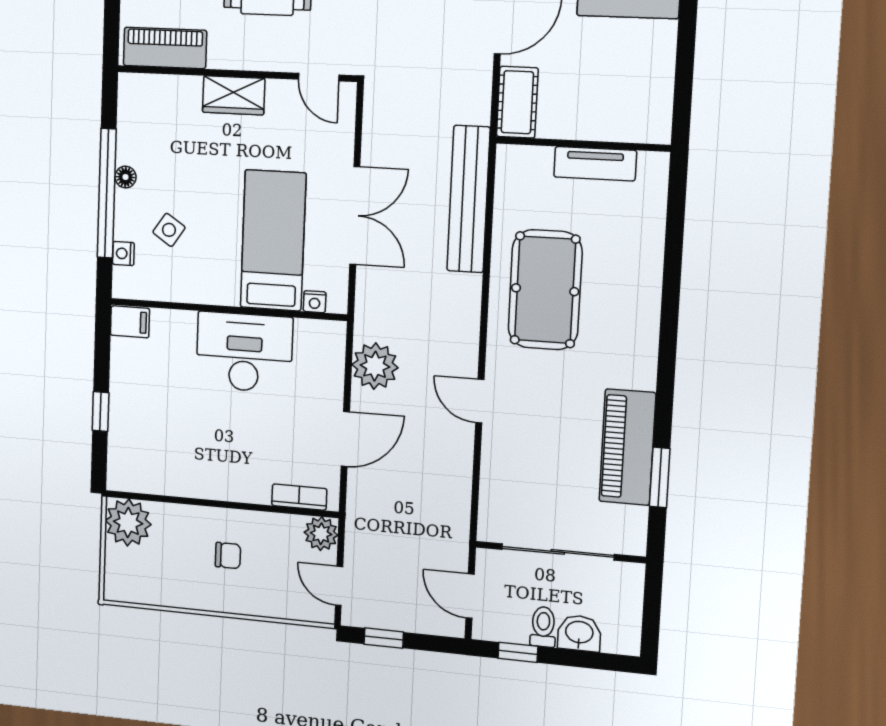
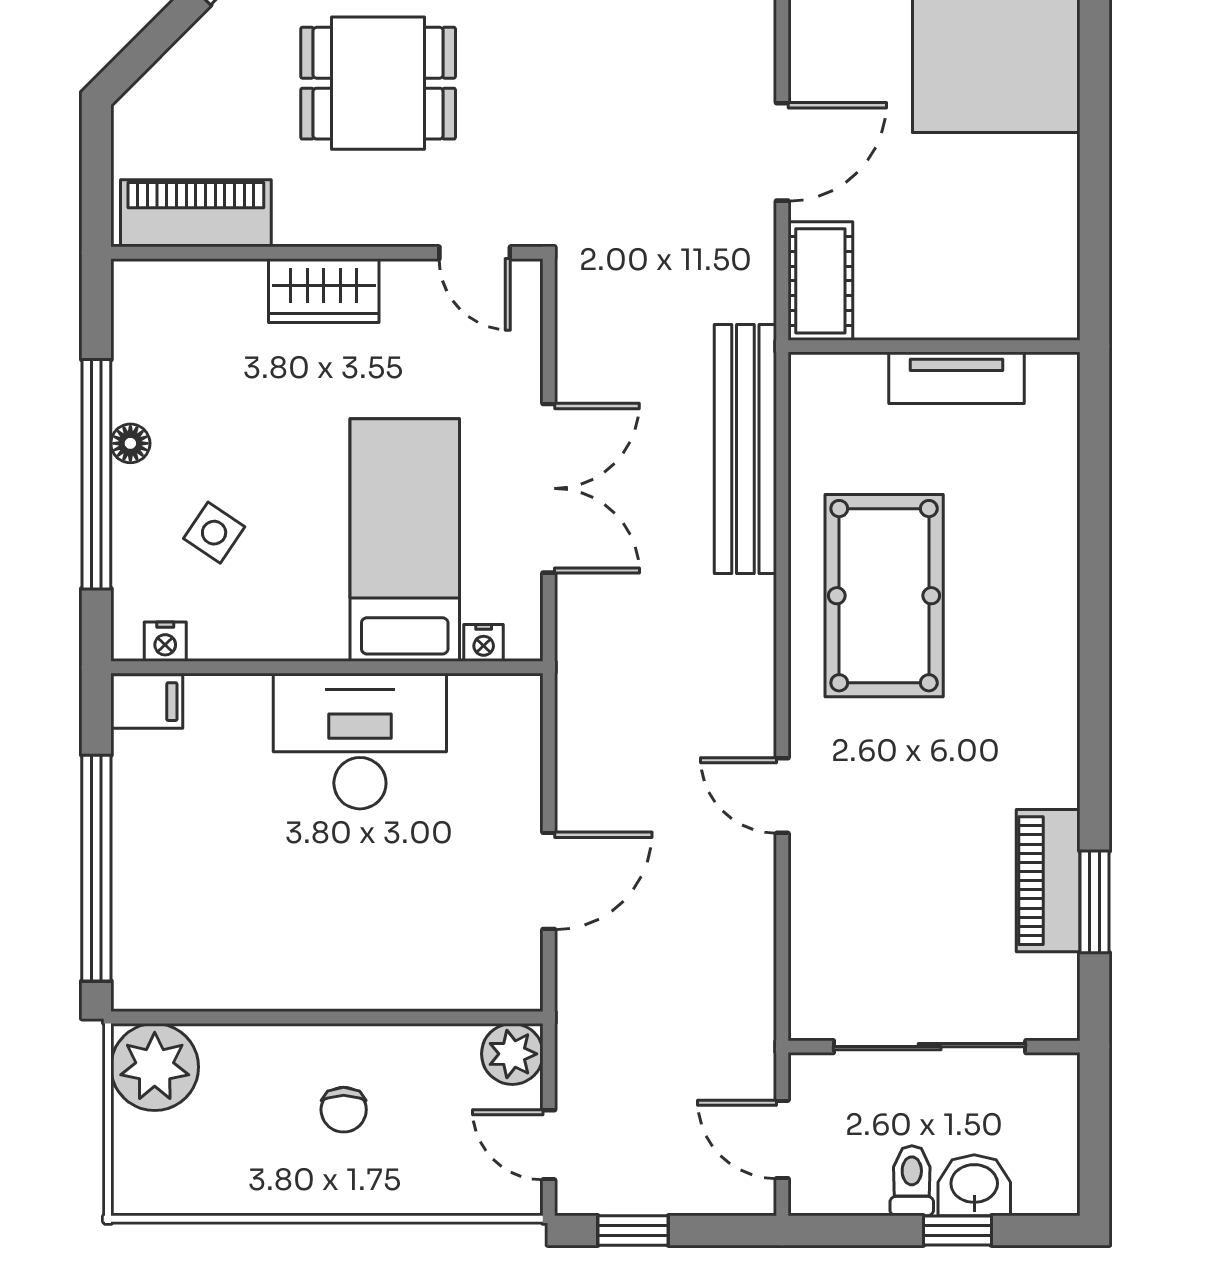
nightstand: (123, 254) -> (165, 642), moved, turned -90
plant: (375, 366) -> (596, 748), removed
window: (101, 411) -> (96, 868), width x3.17
piano: (627, 447) -> (1048, 881), width x0.73, depth x0.75
bookcase: (299, 497) -> (470, 992), removed
chair: (228, 556) -> (344, 1110), turned 90
window: (518, 652) -> (957, 1230), moved

